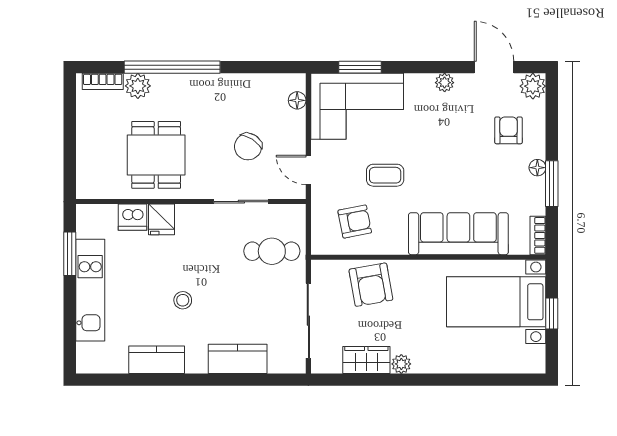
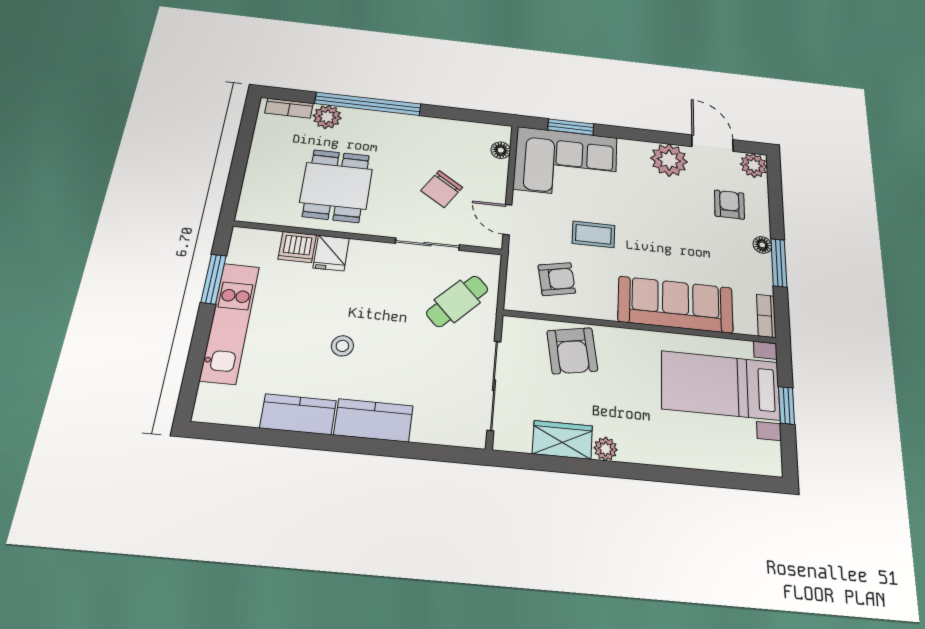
plant: (445, 83) -> (669, 160), width x1.88, depth x1.88
cafe table: (272, 251) -> (457, 301), turned -45
kitchen counter: (238, 359) -> (373, 420), moved

